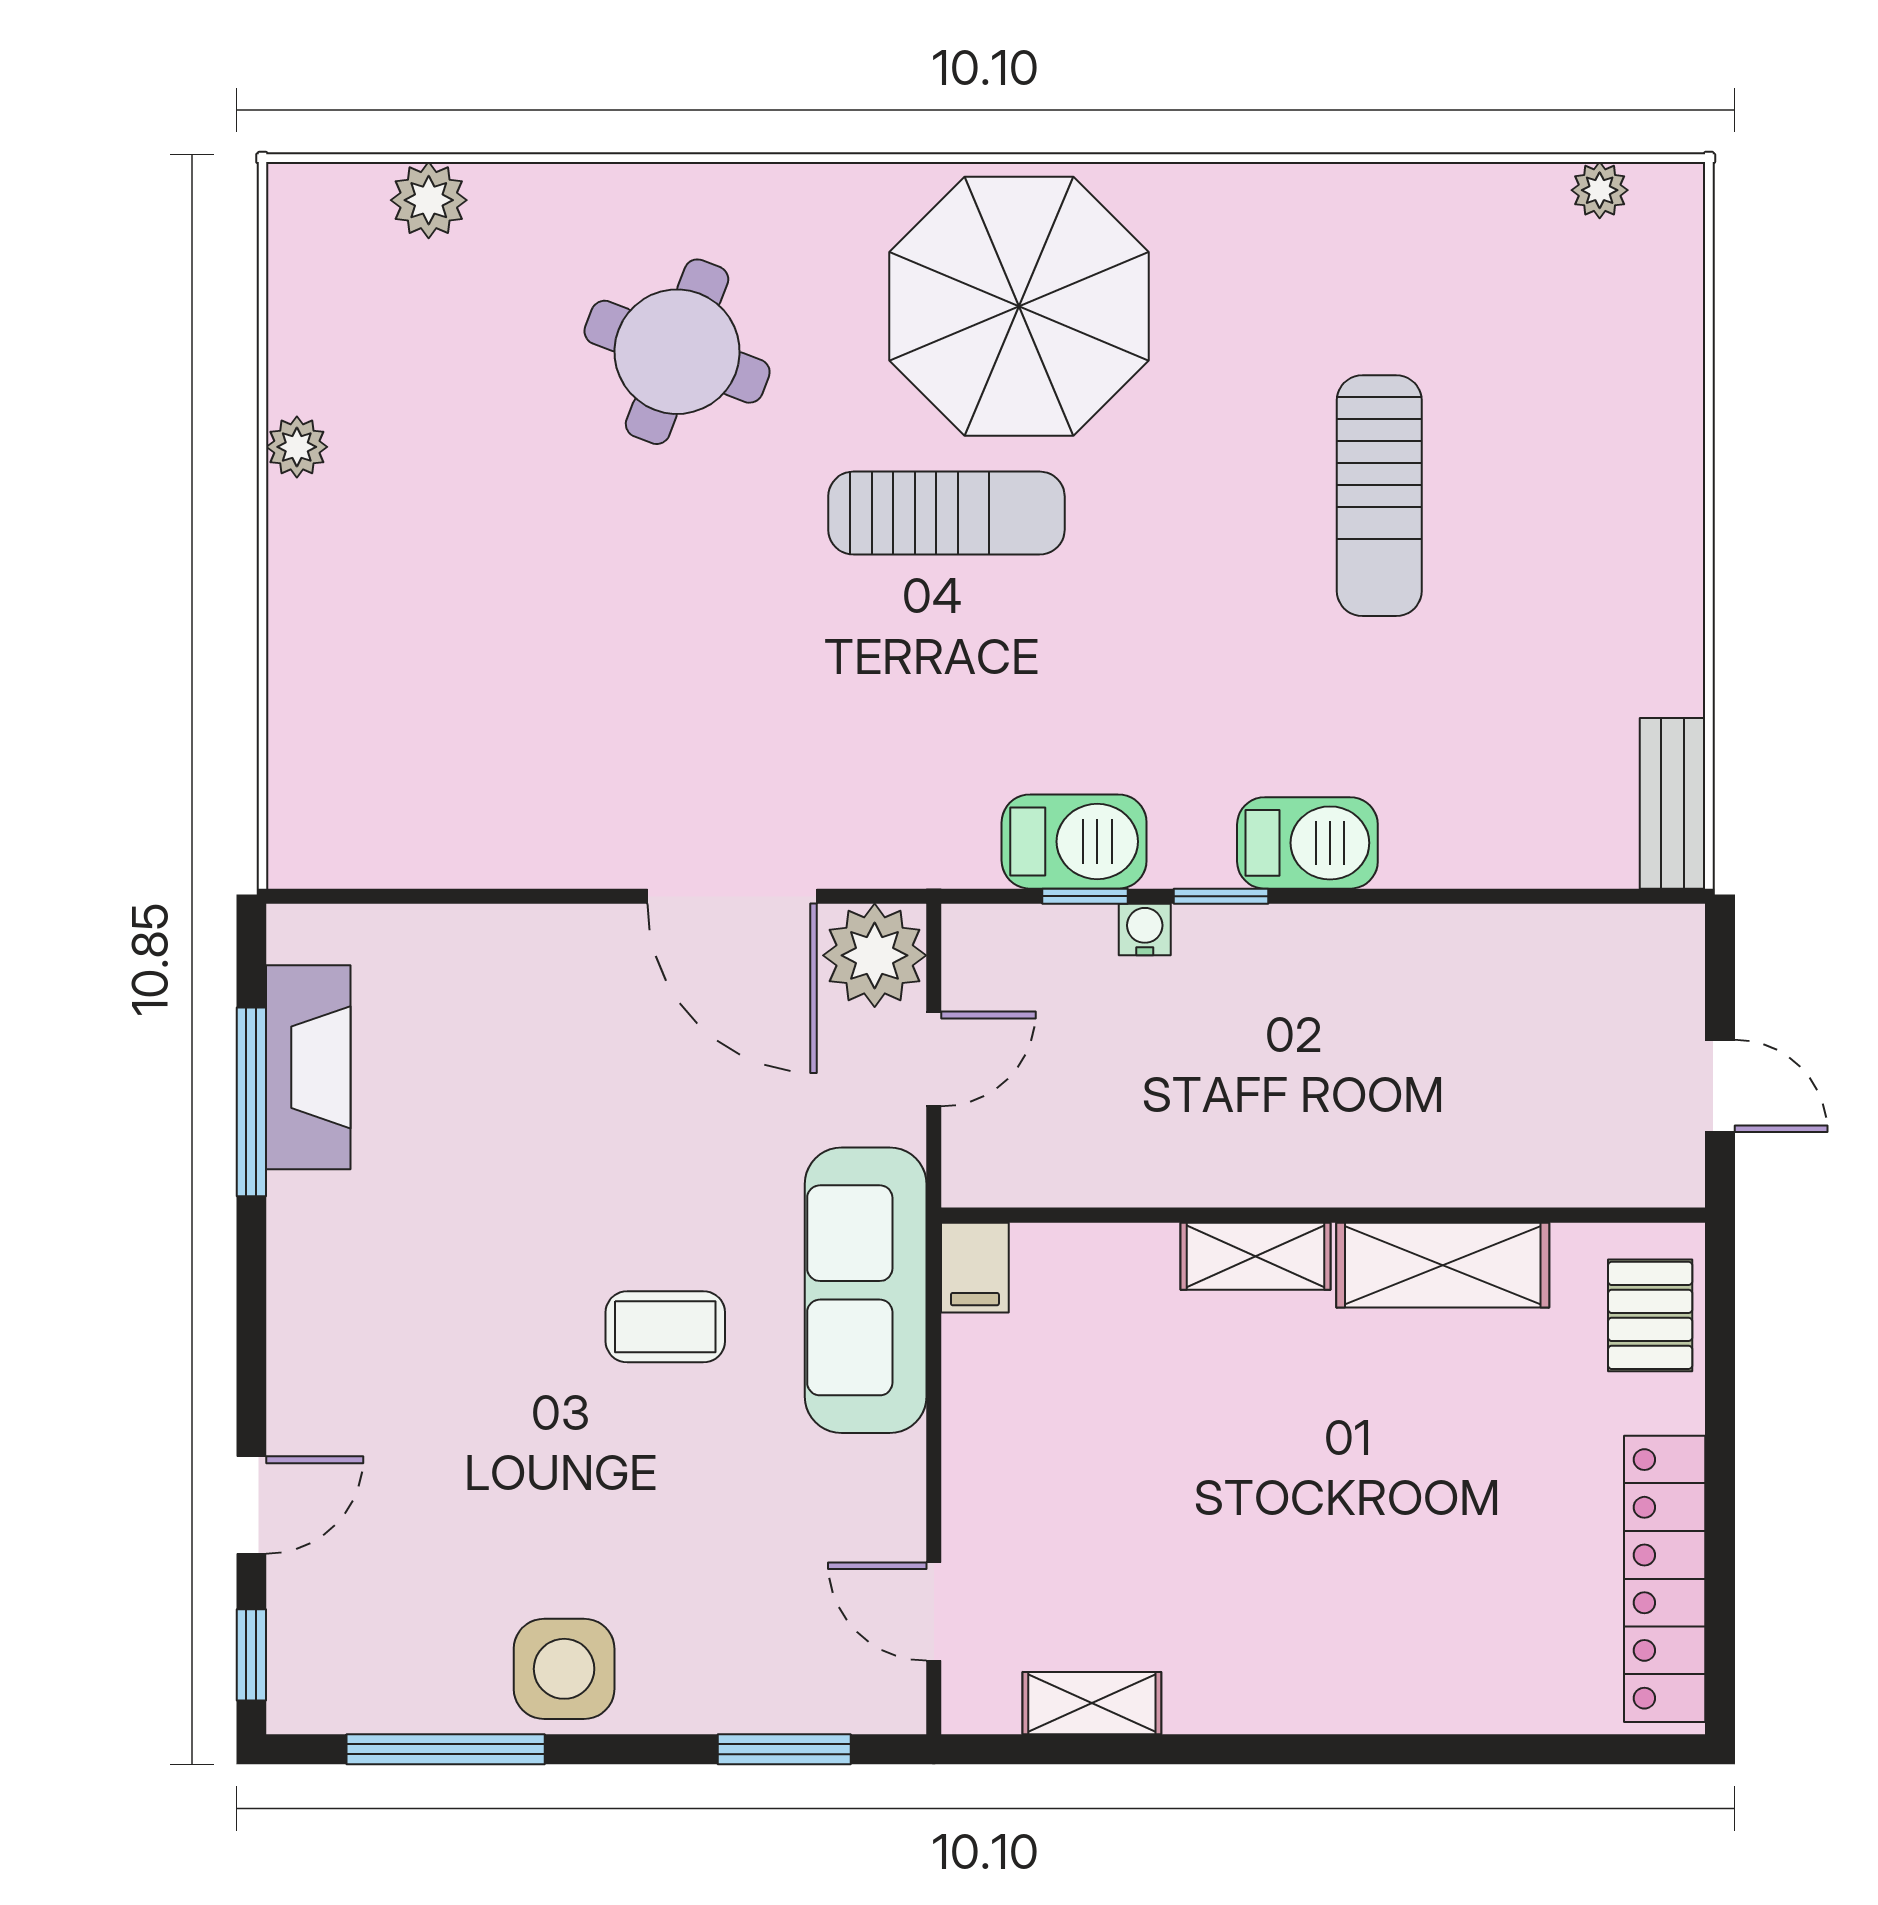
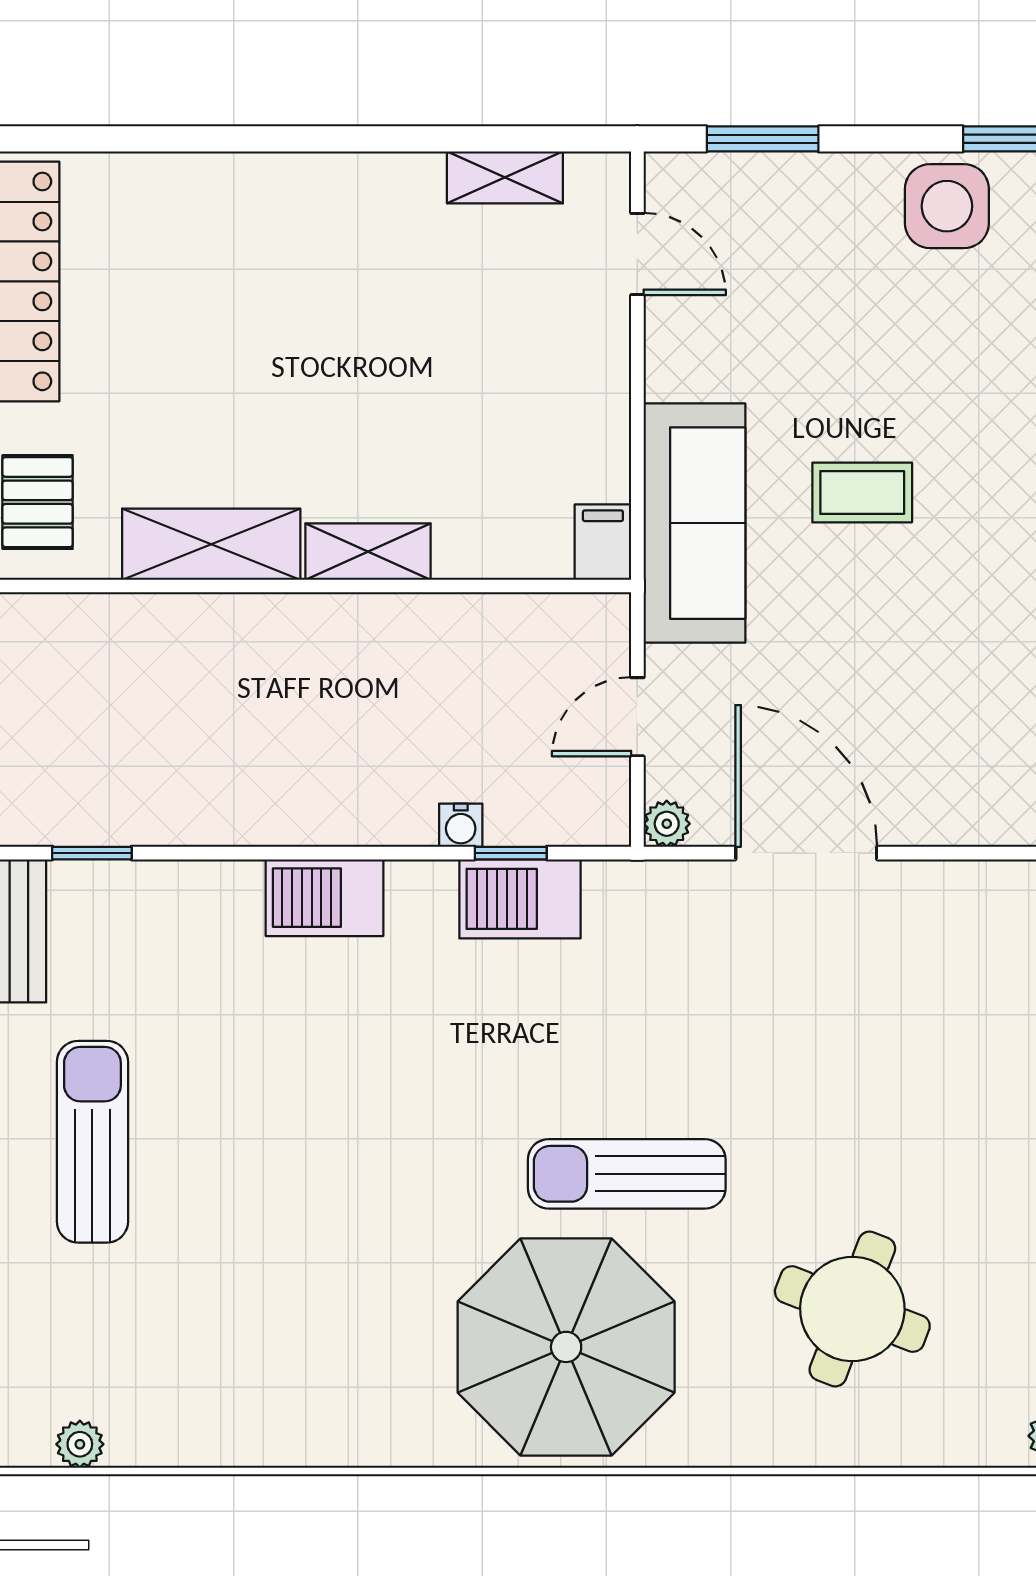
sun lounger: (1379, 496) -> (92, 1142), moved
window: (1221, 896) -> (92, 853), moved
plant: (875, 955) -> (667, 824), width x0.53, depth x0.53

